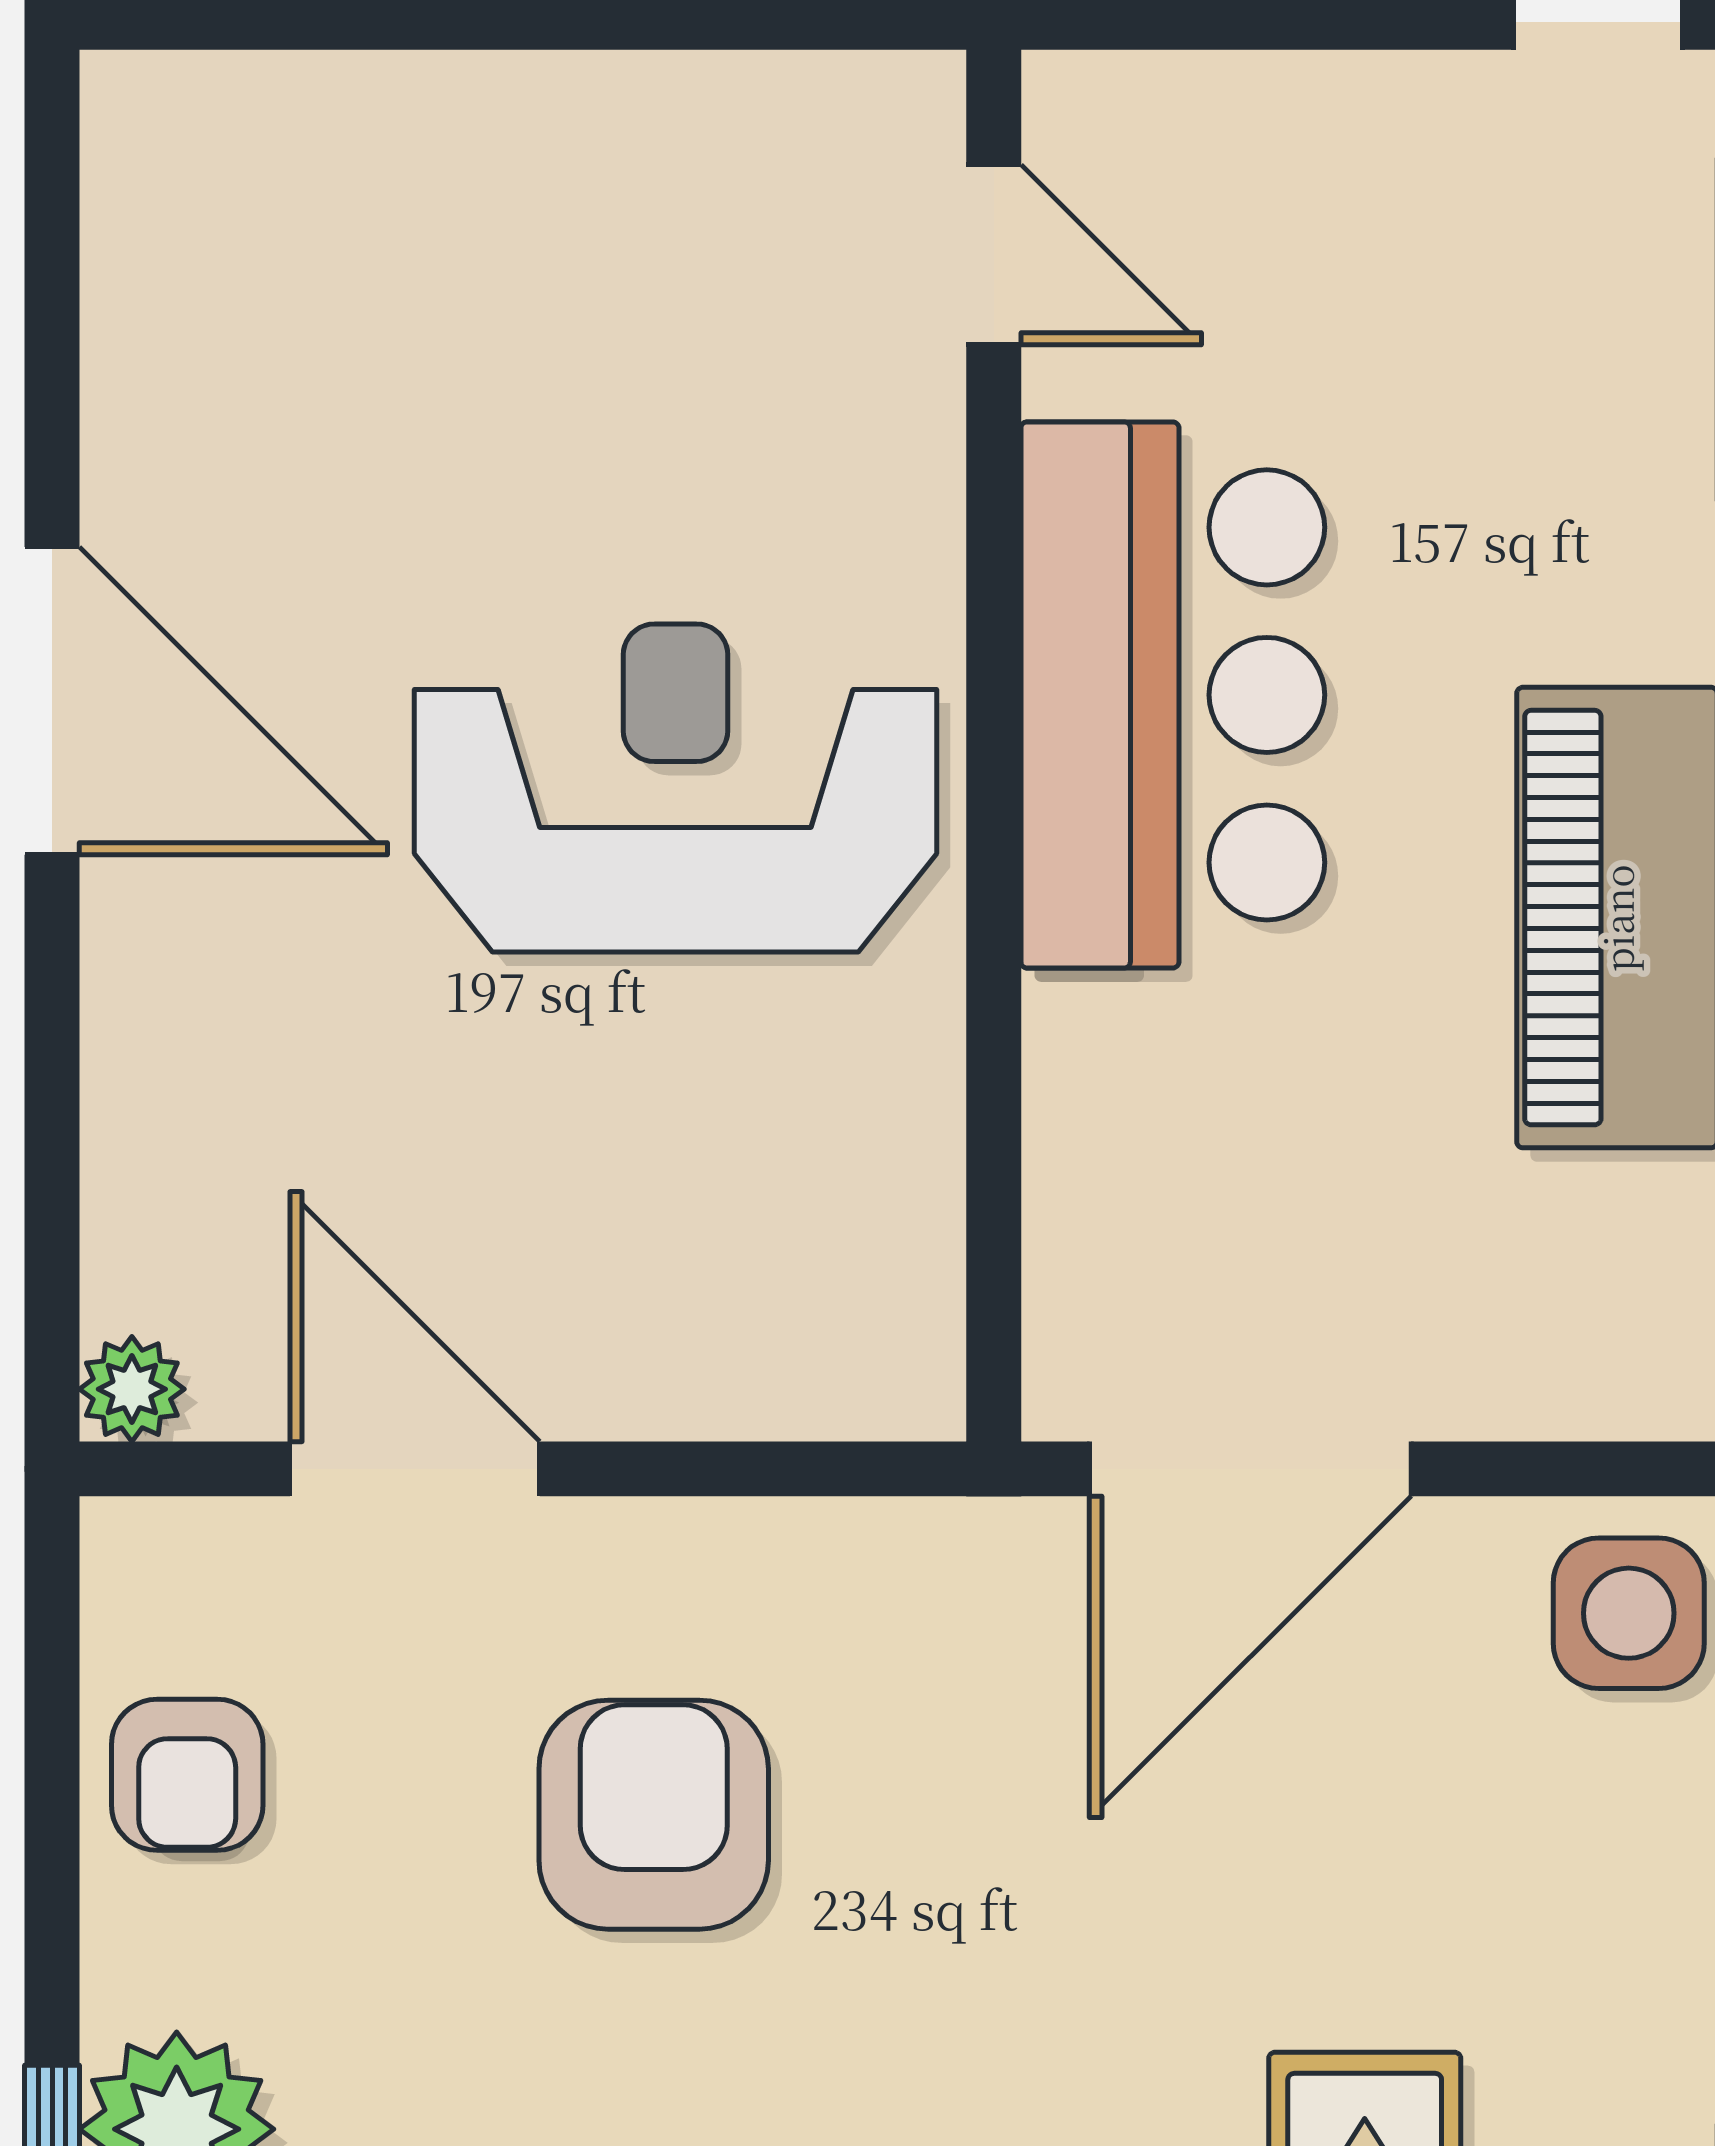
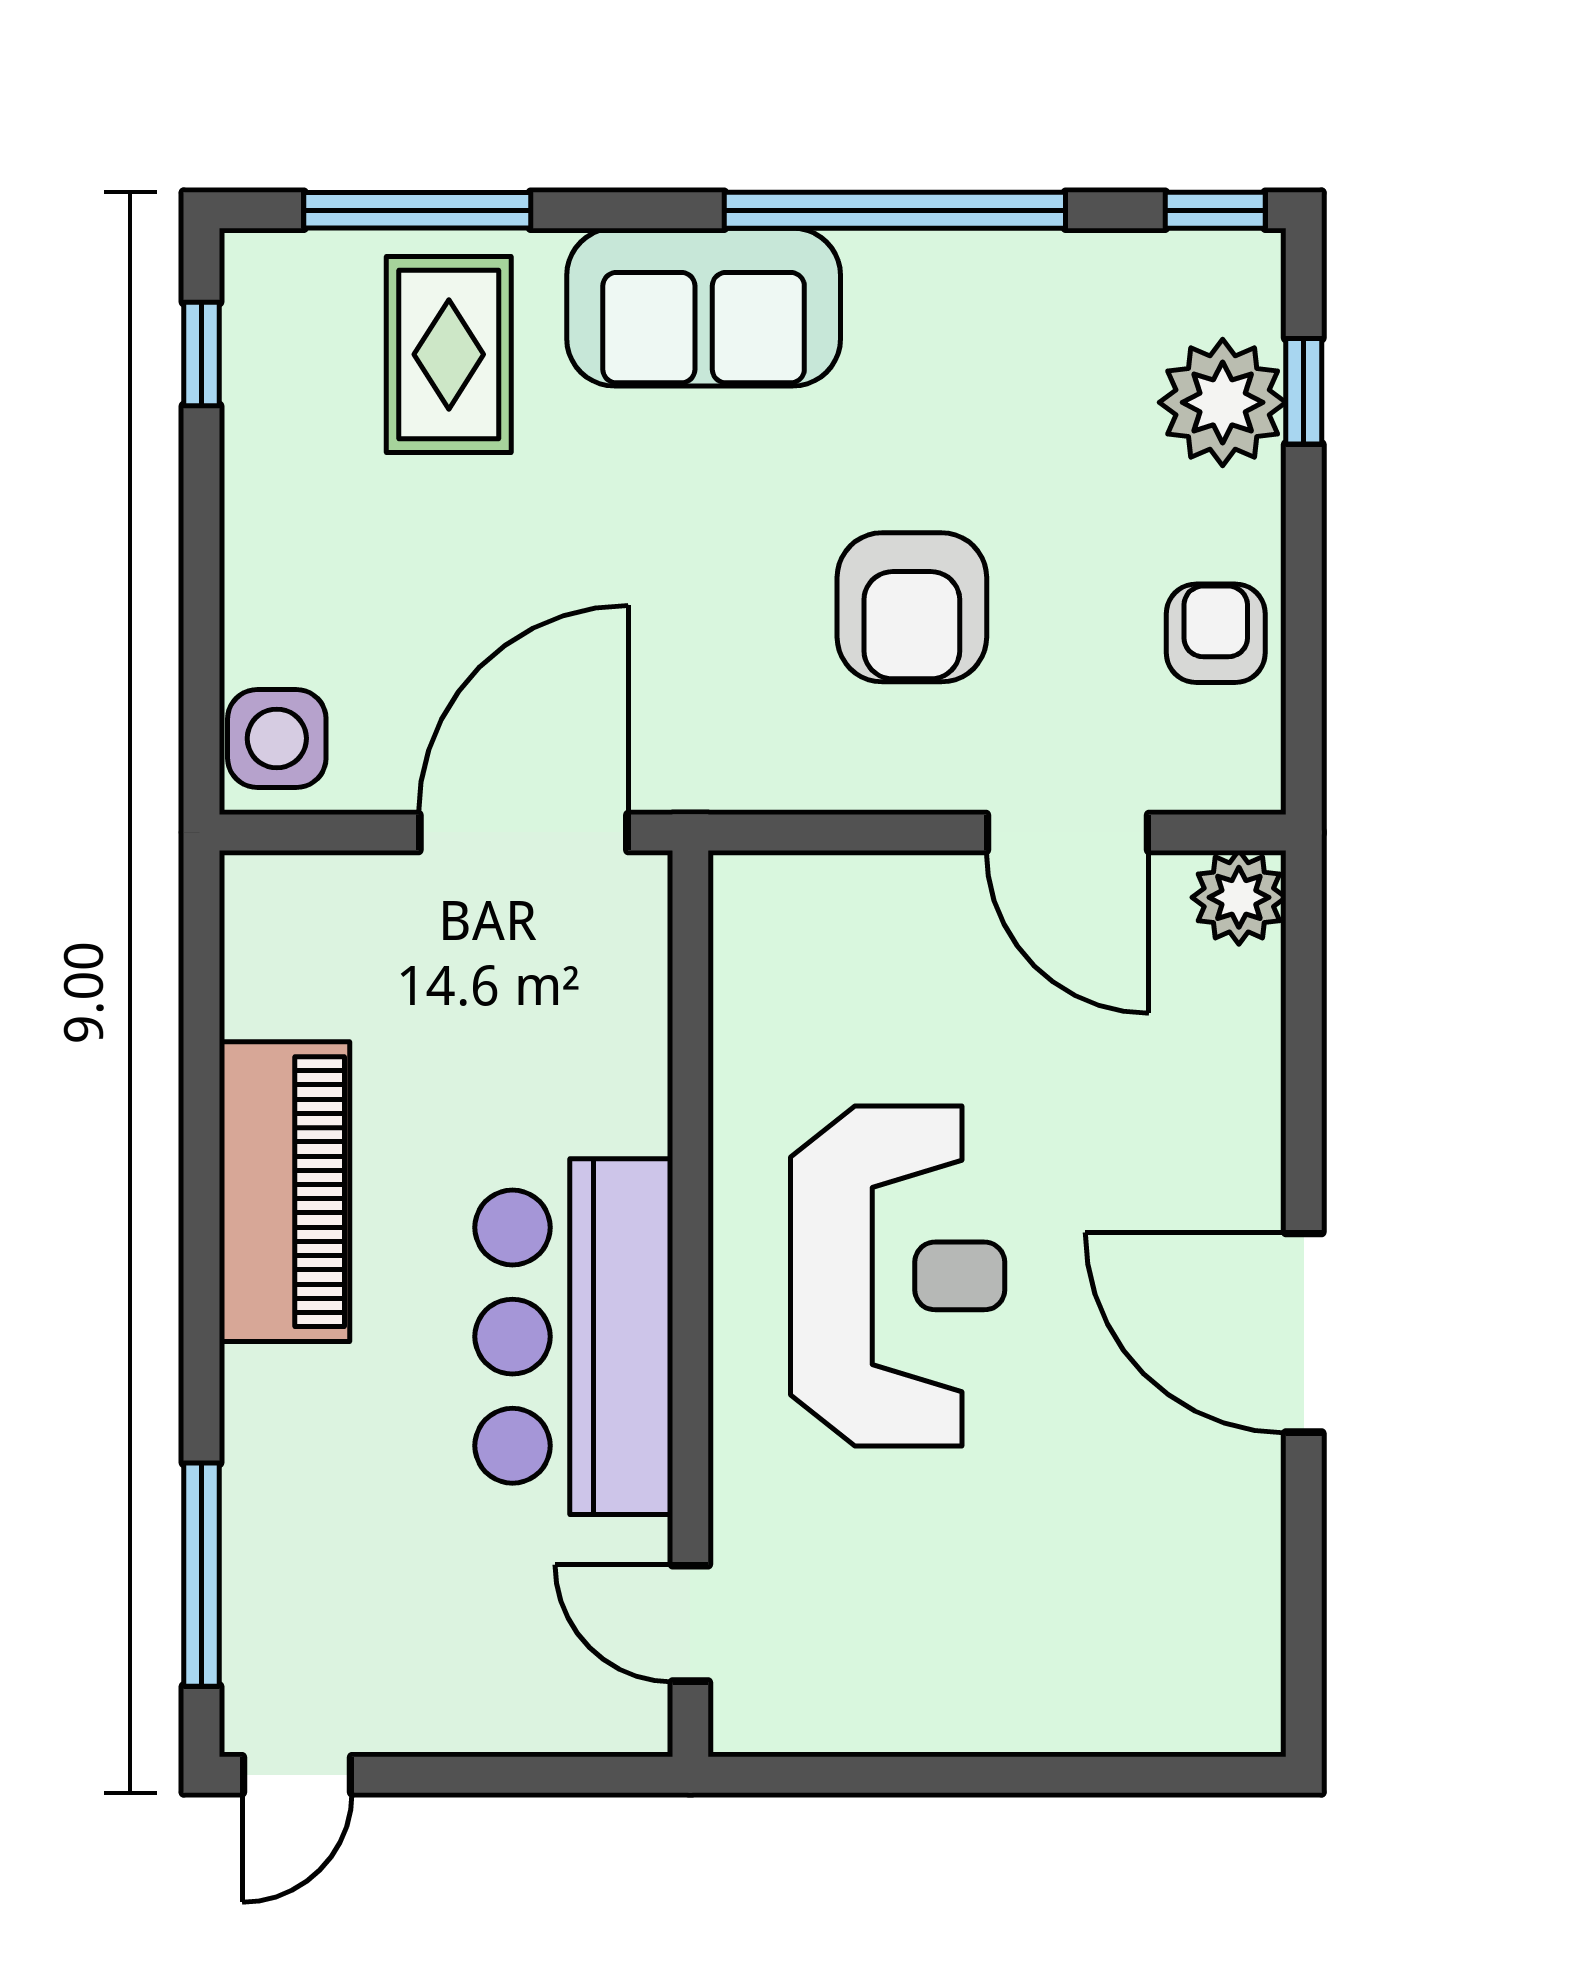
reception desk: (675, 788) -> (898, 1276), turned -90
plant: (132, 1389) -> (1239, 897), width x1.38, depth x1.38

